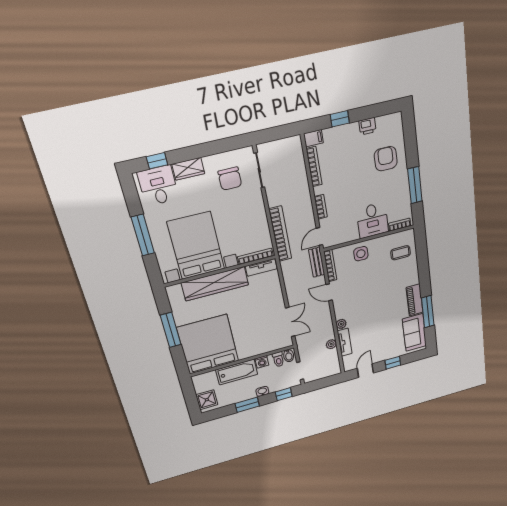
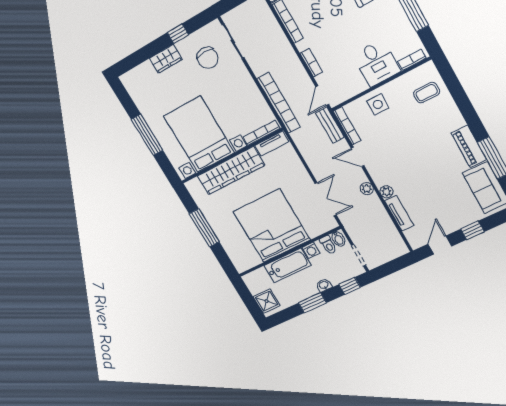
window: (157, 161) -> (178, 34), moved
desk: (158, 186) -> (145, 83), removed
bed: (208, 344) -> (272, 226), moved
plant: (331, 344) -> (367, 189), moved

